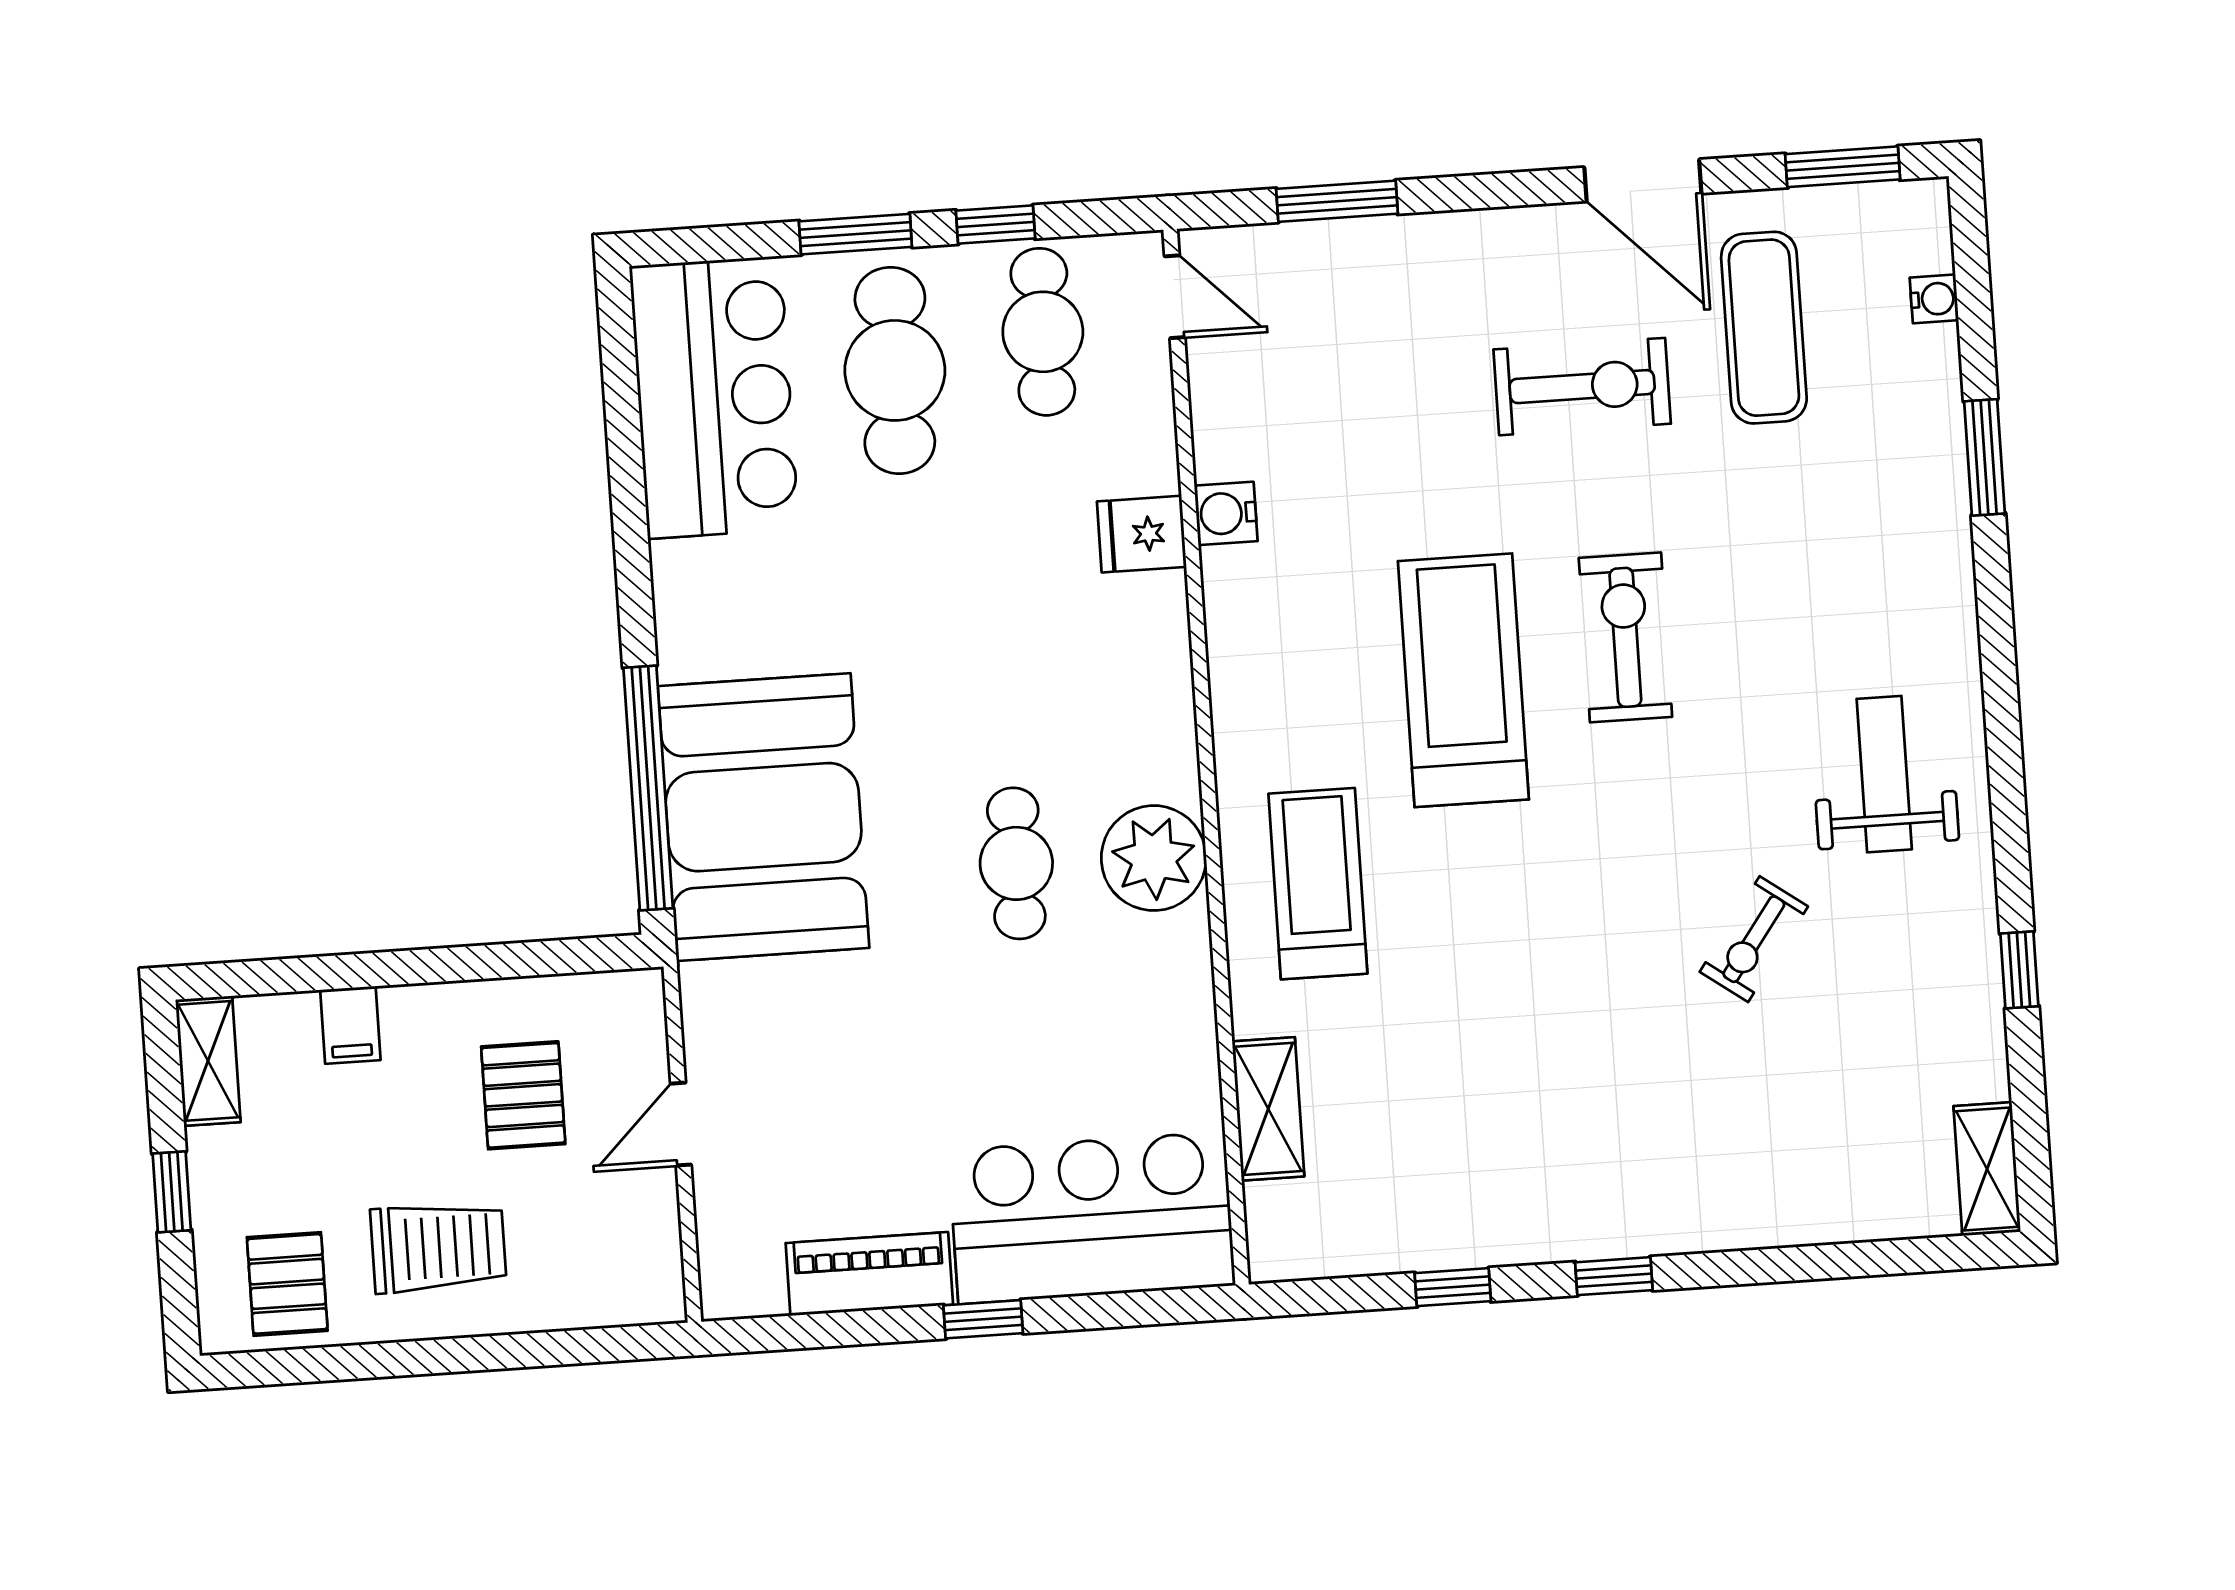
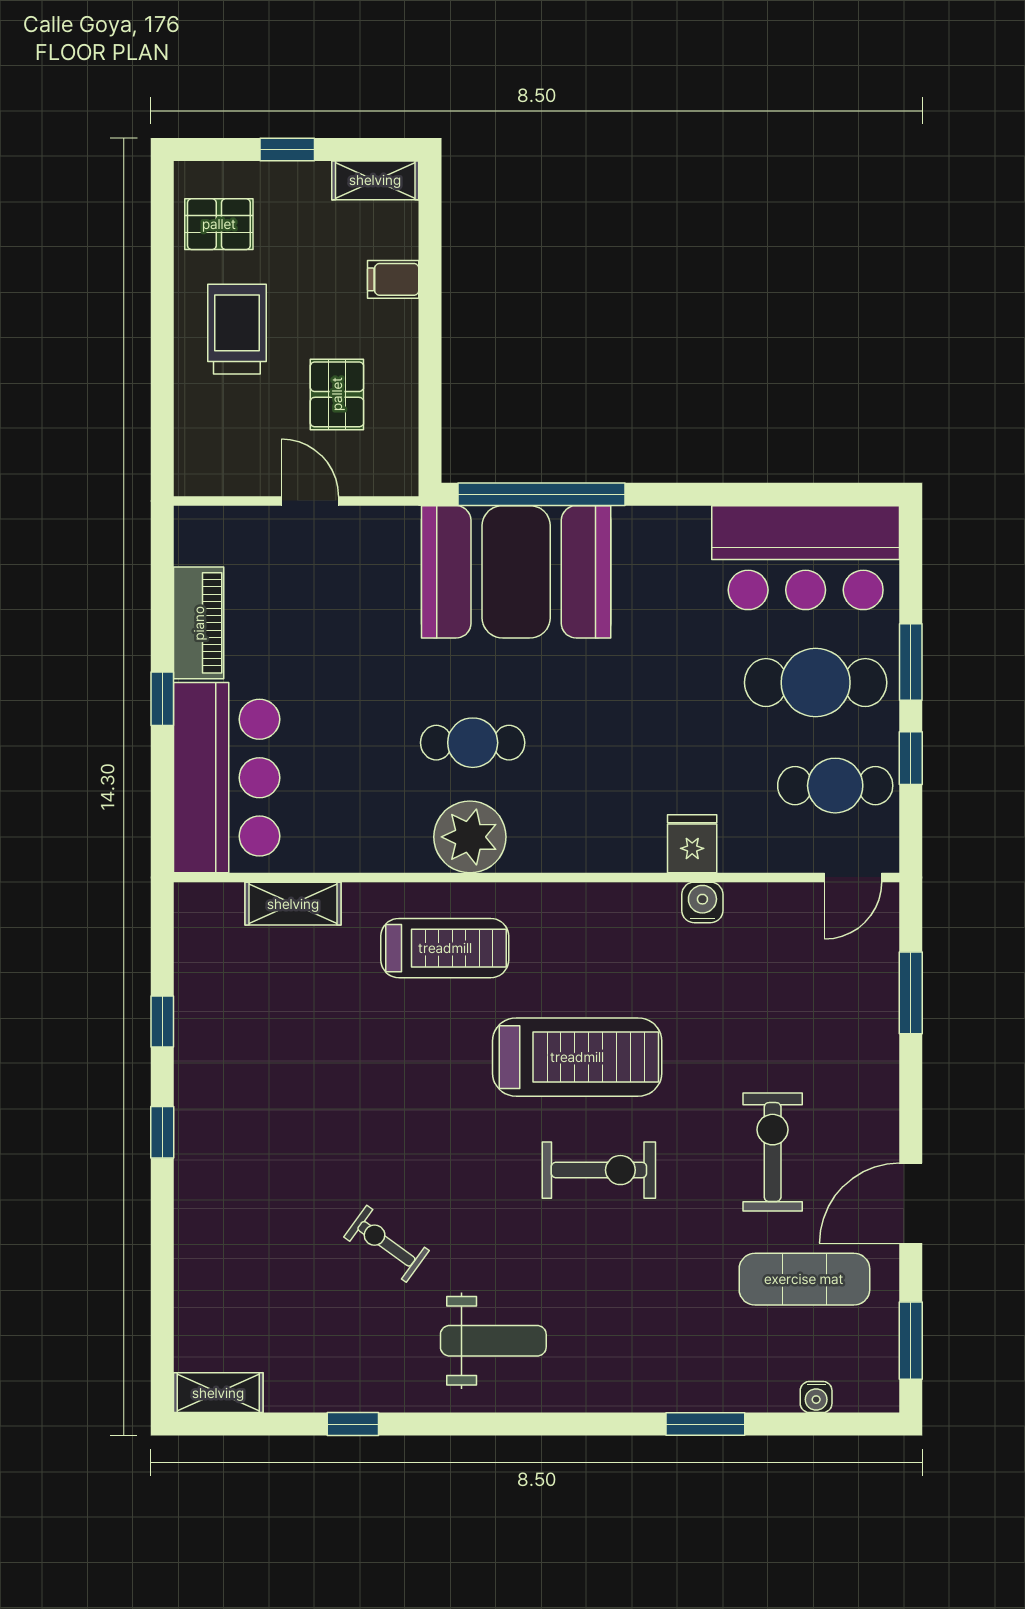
exercise bike: (1582, 387) -> (773, 1152), turned 180
pallet: (523, 1095) -> (337, 394), turned 90
trolley: (438, 1247) -> (237, 329), turned 180

